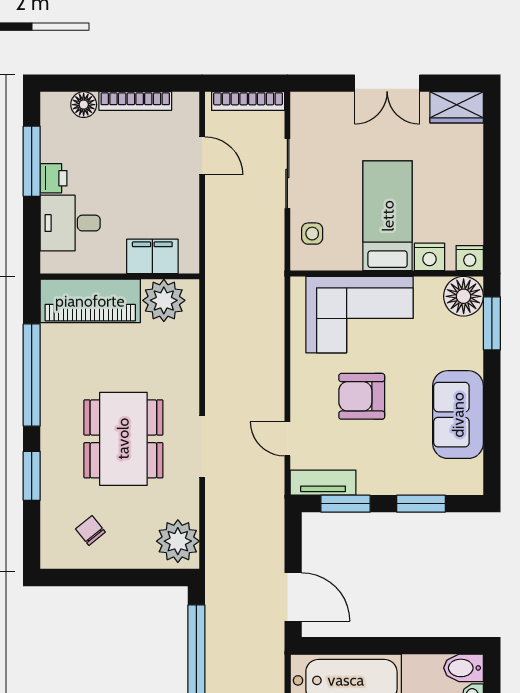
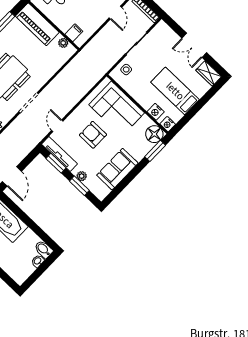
bed: (388, 216) -> (175, 91), moved, turned -90
filing cabinet: (152, 256) -> (74, 33), width x0.50
plant: (164, 300) -> (63, 43), width x0.53, depth x0.53
tv unit: (323, 483) -> (59, 154), width x1.41
plant: (409, 484) -> (82, 176), added

